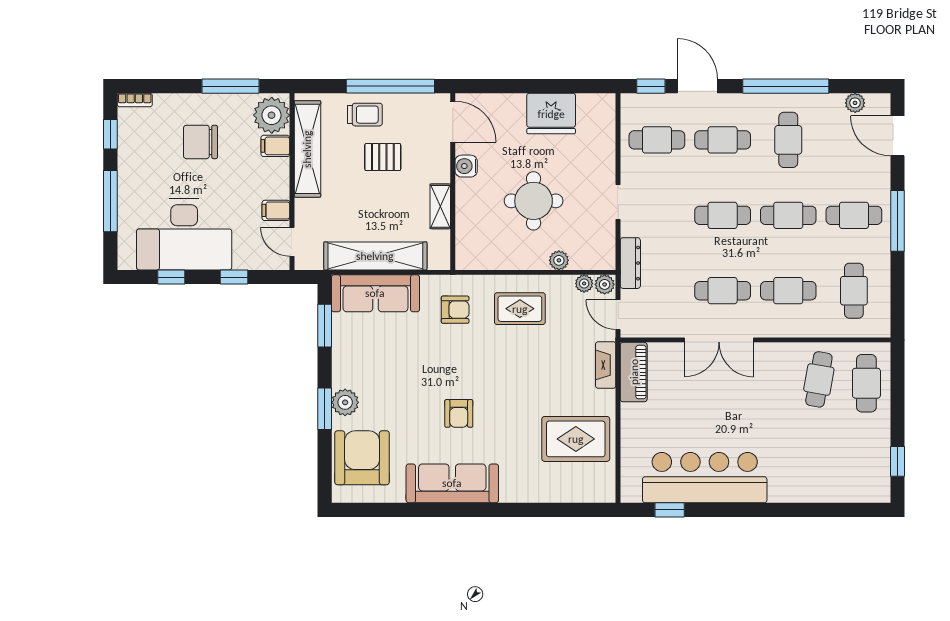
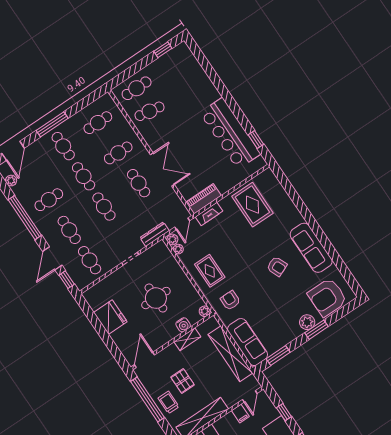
water cooler: (466, 166) -> (183, 325), moved
plant: (559, 260) -> (205, 311), moved
cafe table: (788, 291) -> (118, 153), turned 90
armchair: (459, 413) -> (277, 266), turned 67

